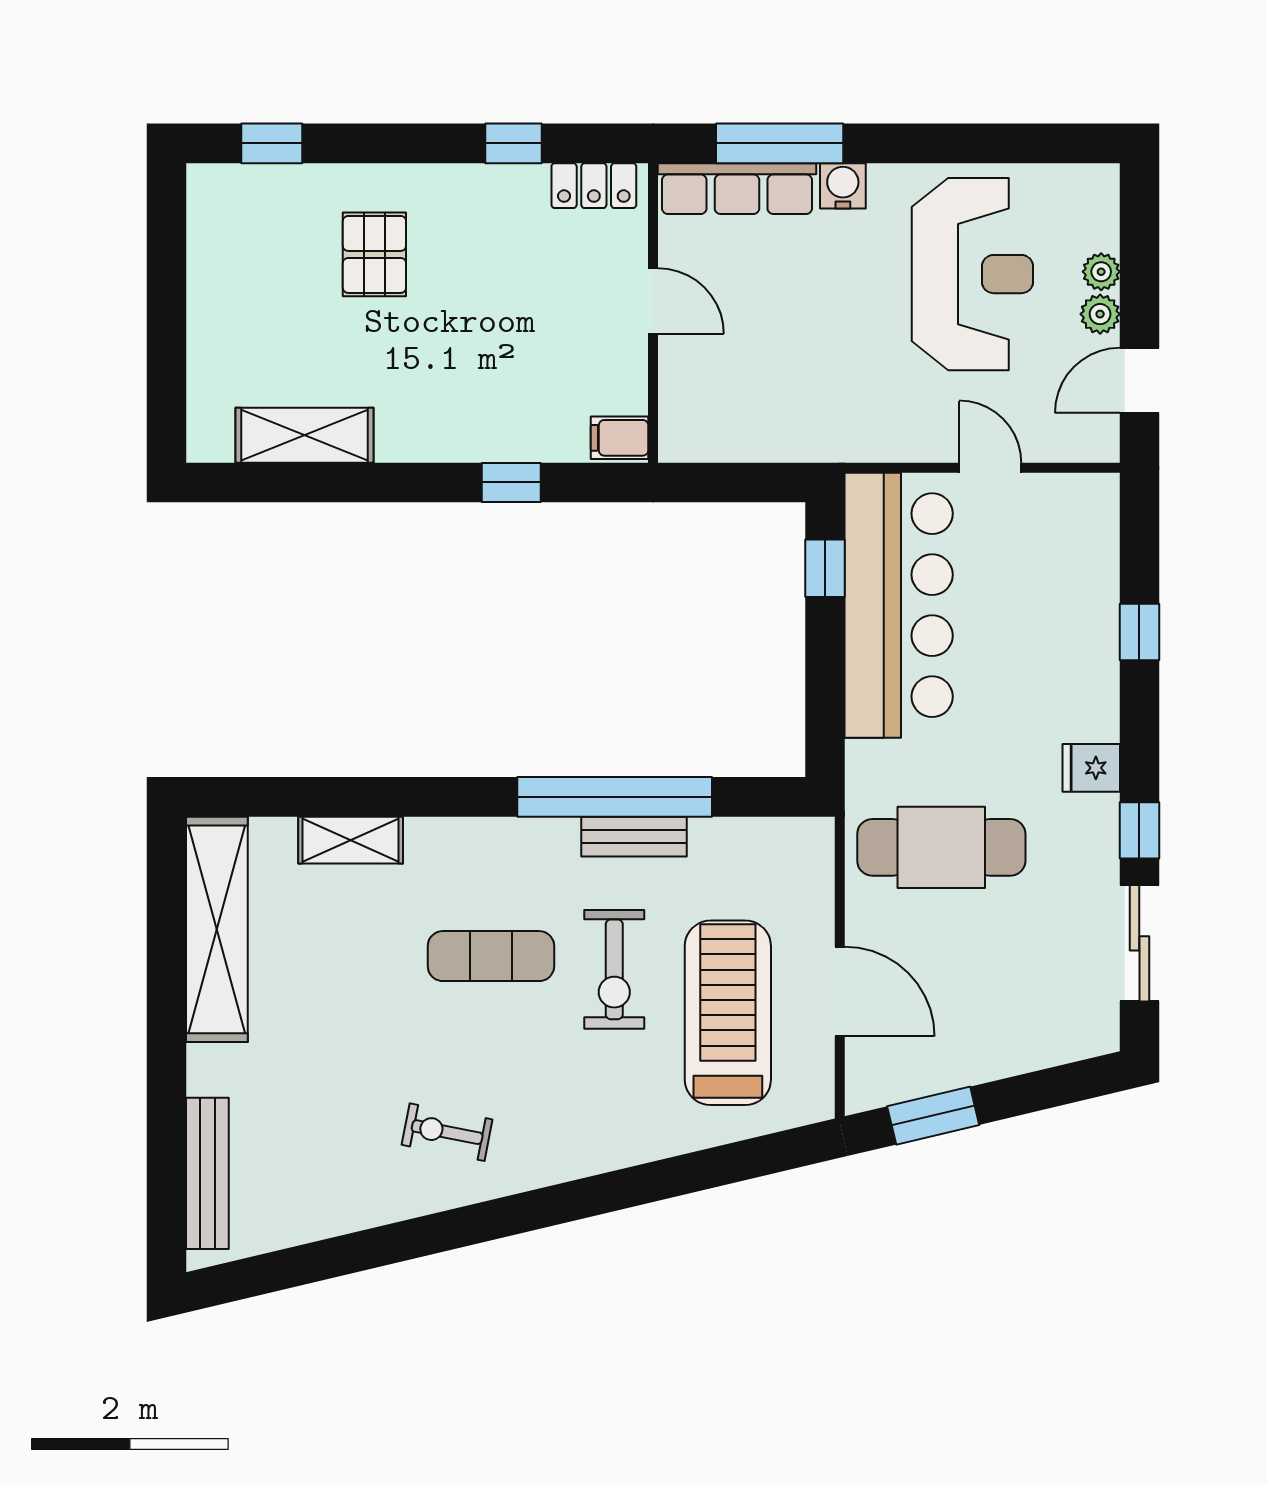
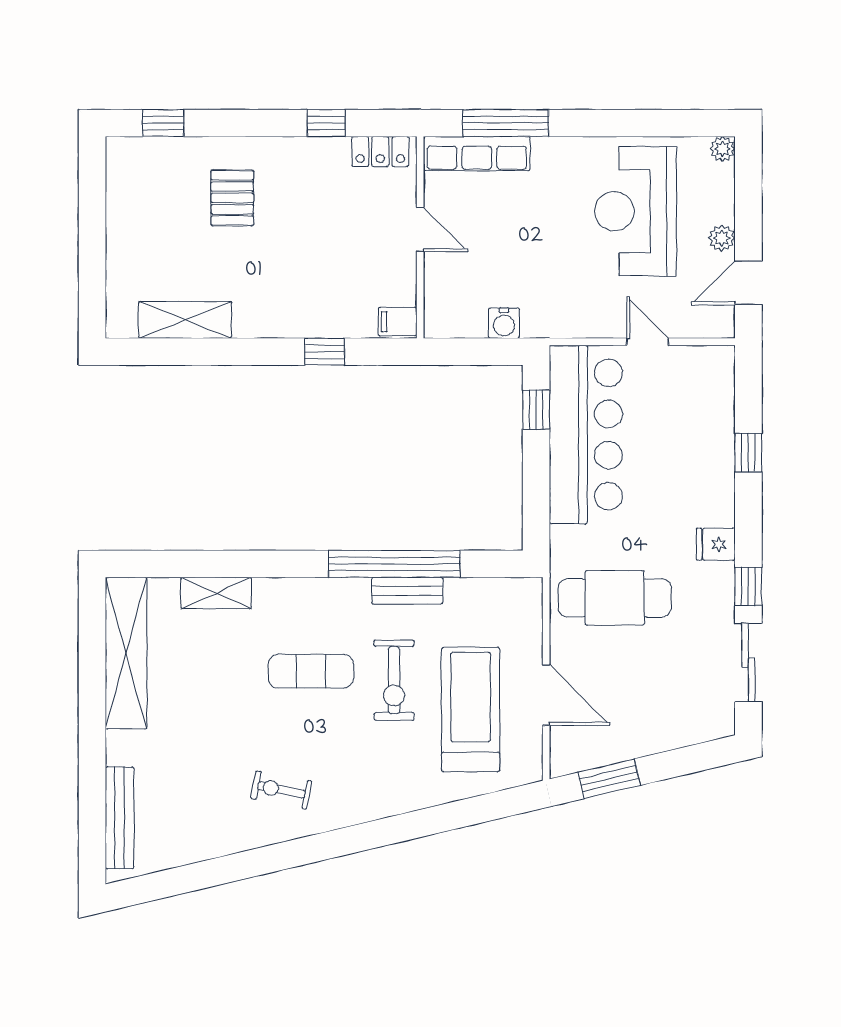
water cooler: (843, 186) -> (504, 323), moved, turned 180
plant: (1101, 272) -> (722, 149), moved
reception desk: (972, 274) -> (636, 211), turned 180

